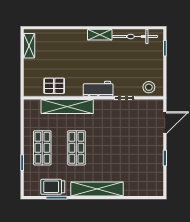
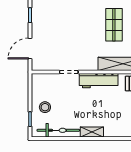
stool: (149, 87) -> (45, 107), moved
workbench: (98, 89) -> (99, 81), width x1.38

